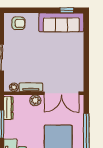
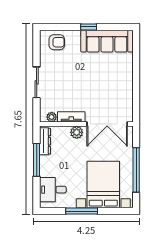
window: (67, 10) -> (89, 27), moved

